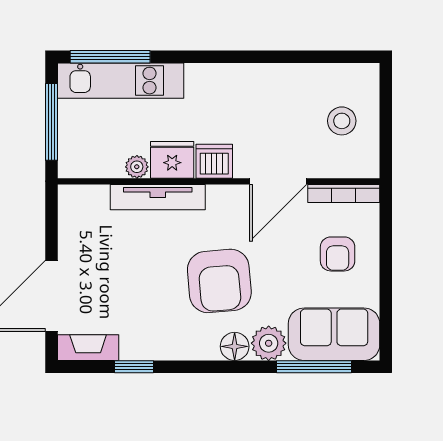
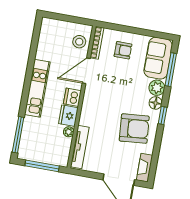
kitchen unit: (121, 81) -> (37, 88), moved
stool: (342, 121) -> (79, 42), moved
door: (278, 181) -> (86, 71), swing flipped
tv unit: (158, 197) -> (80, 147), moved
armchair: (219, 281) -> (134, 129), moved
window: (134, 367) -> (163, 116), moved

